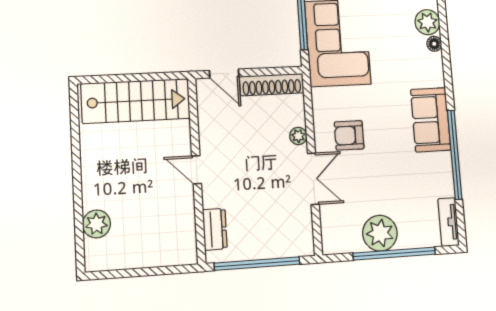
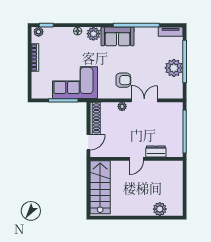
plant: (427, 22) -> (93, 34), moved
armchair: (349, 135) -> (123, 80), turned -90
dresser: (215, 229) -> (156, 152), moved

